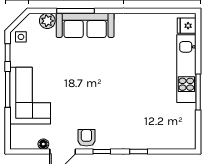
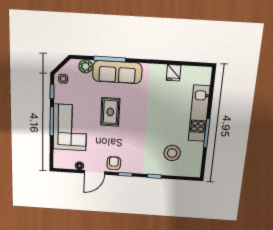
fridge: (187, 26) -> (174, 73), moved, turned -90
rug: (79, 73) -> (110, 112), added
stool: (158, 120) -> (172, 153), added

